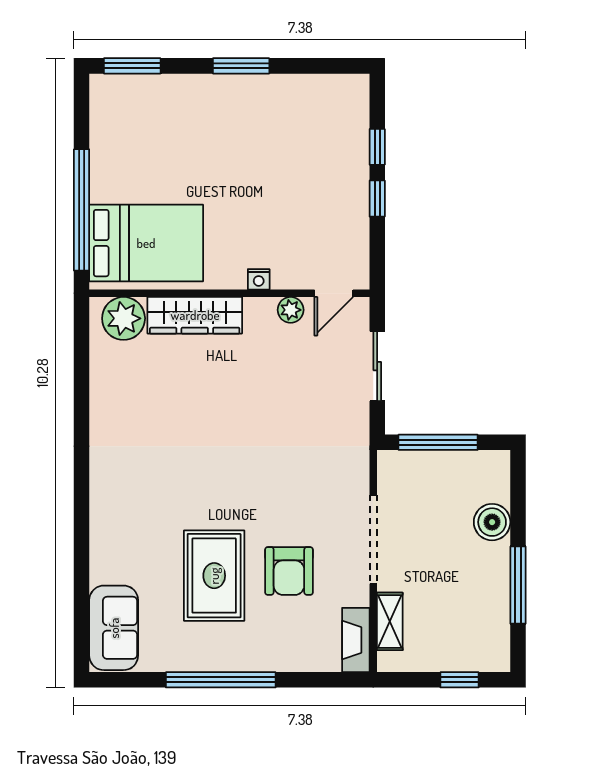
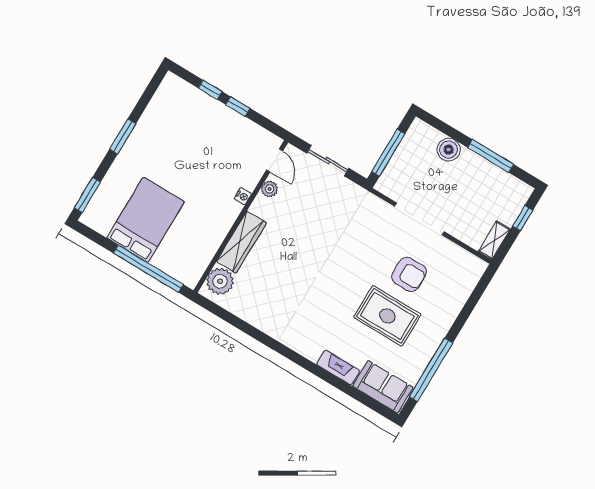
bed: (146, 243) -> (146, 220), moved
shelving: (390, 621) -> (494, 240), moved, turned 90
fireplace: (356, 640) -> (338, 368), moved, turned 180
window: (221, 680) -> (431, 370), moved

